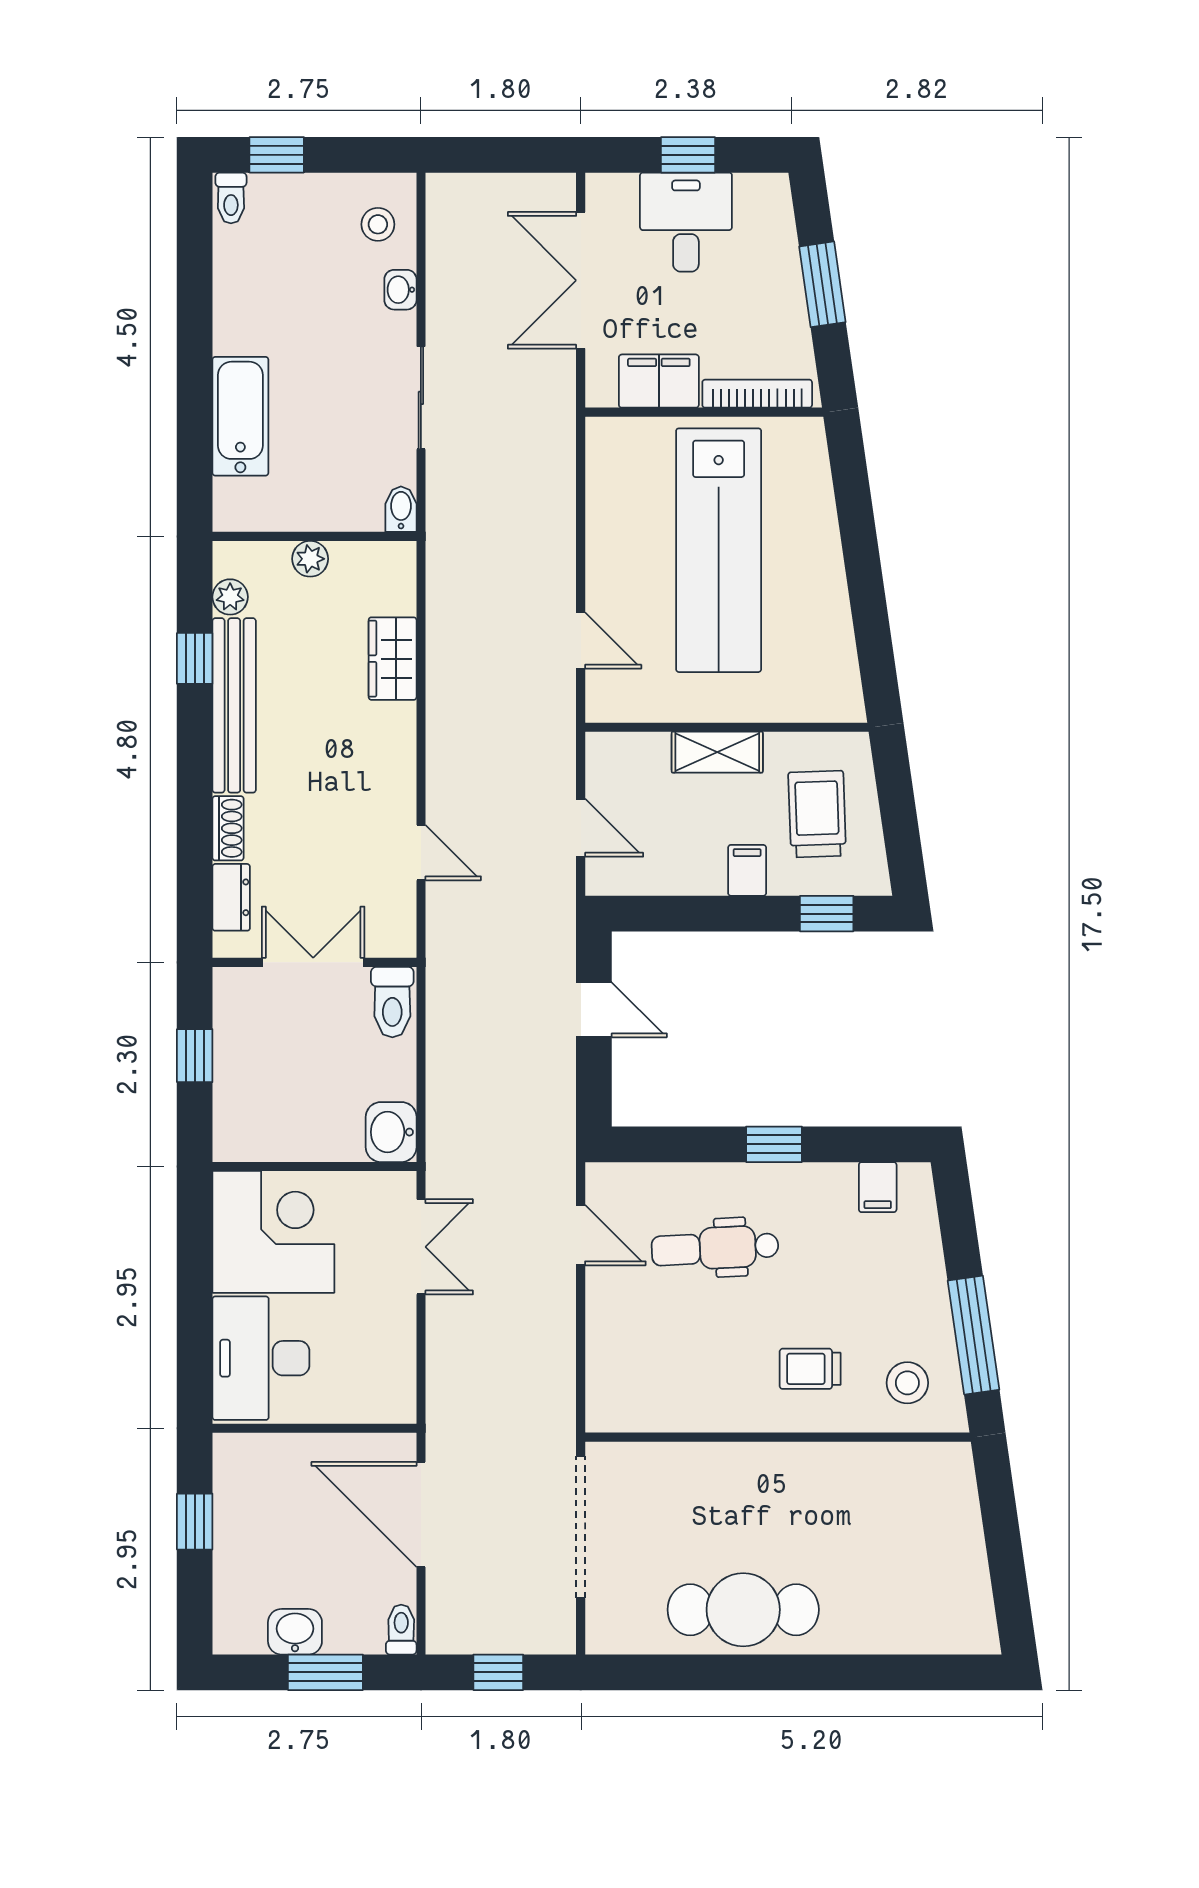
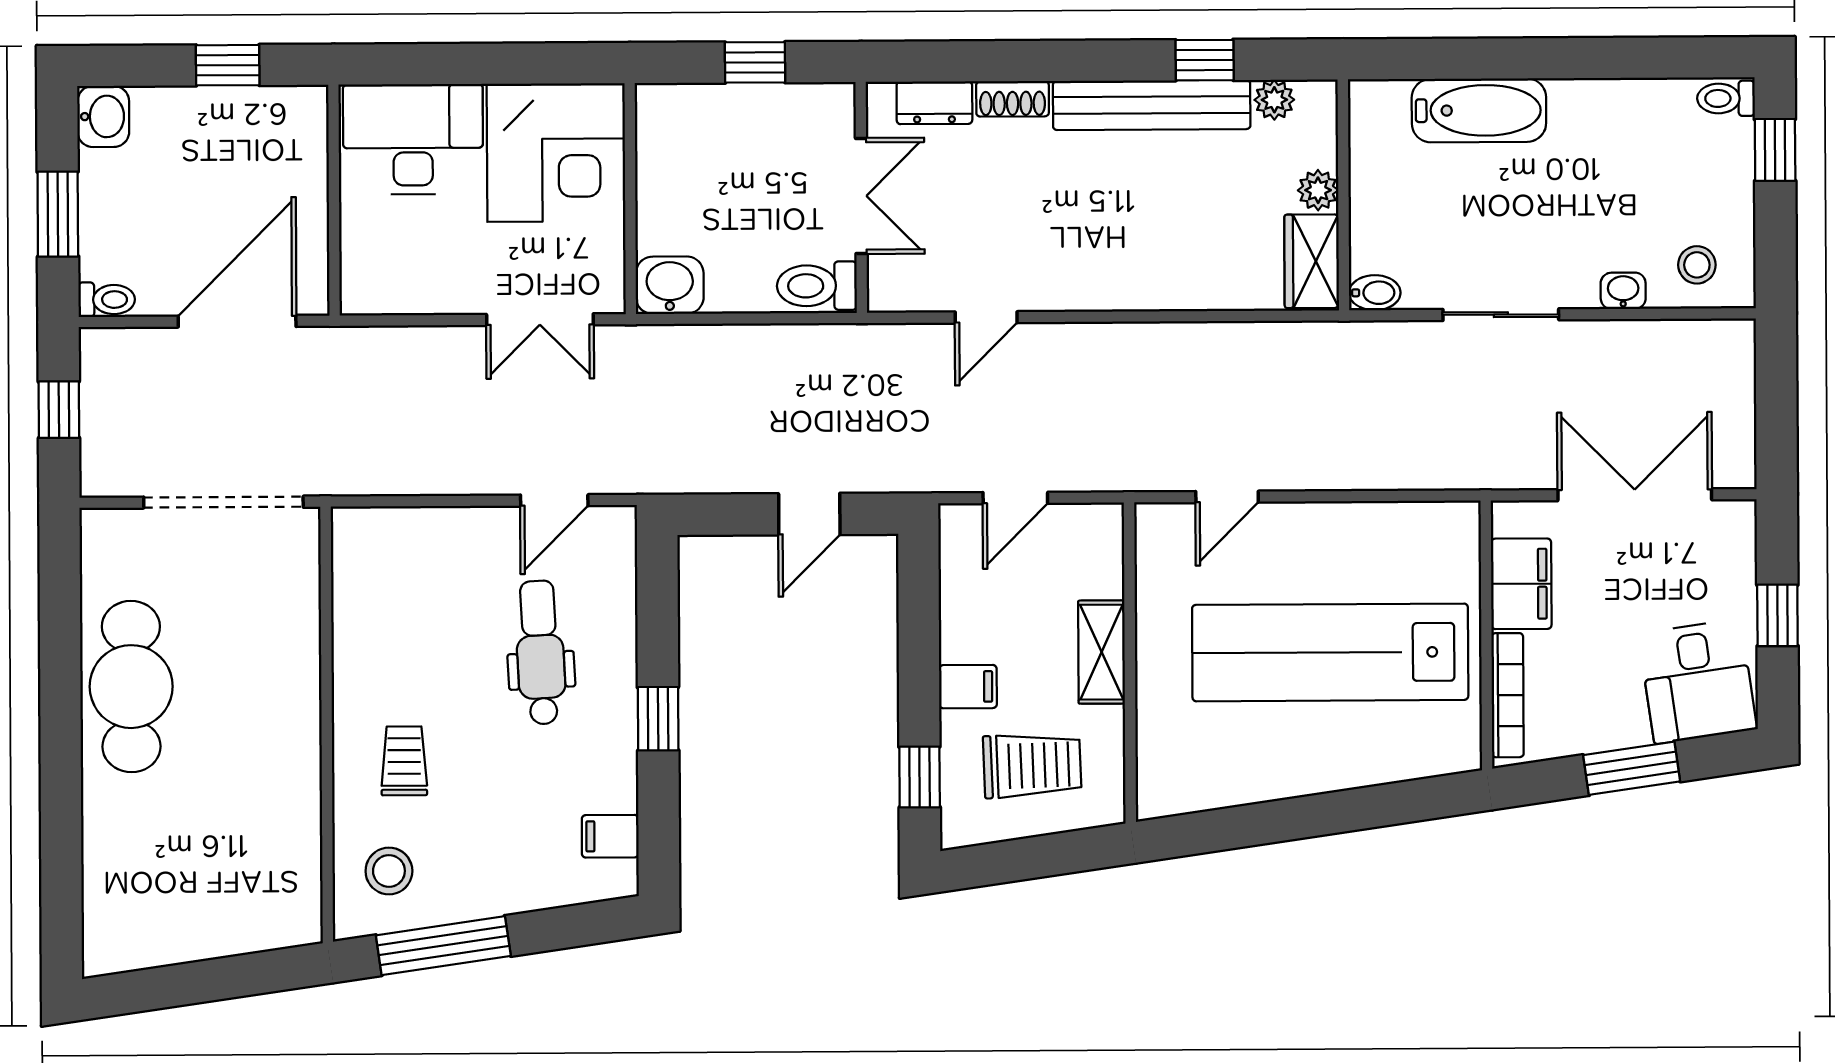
desk: (686, 222) -> (1698, 681), moved, turned 82
wardrobe: (393, 659) -> (1312, 261), moved, turned -90
washbasin: (295, 1632) -> (103, 116), moved

